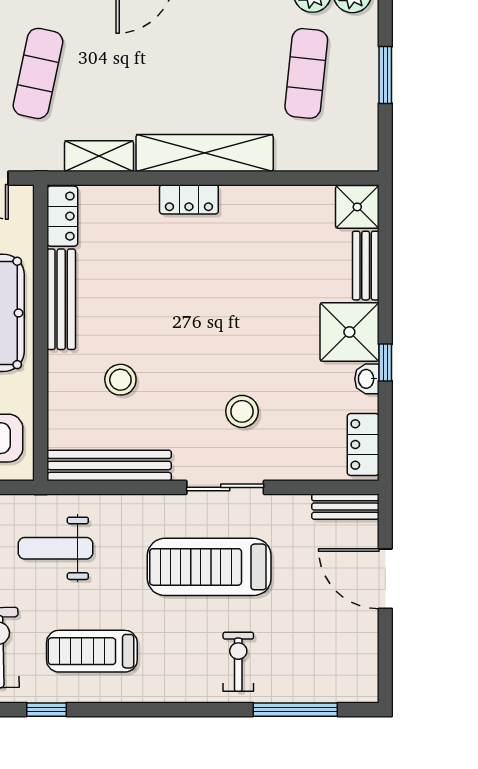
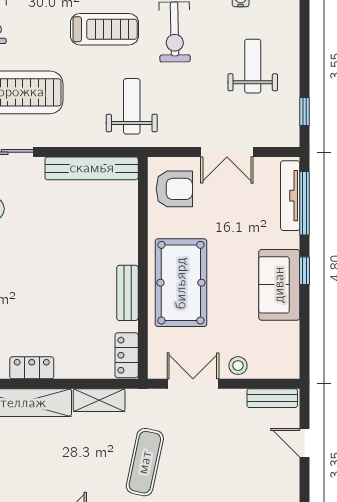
bench: (61, 299) -> (127, 293), width x0.73
stool: (120, 380) -> (83, 233), removed
weight bench: (56, 548) -> (132, 106), turned -90

